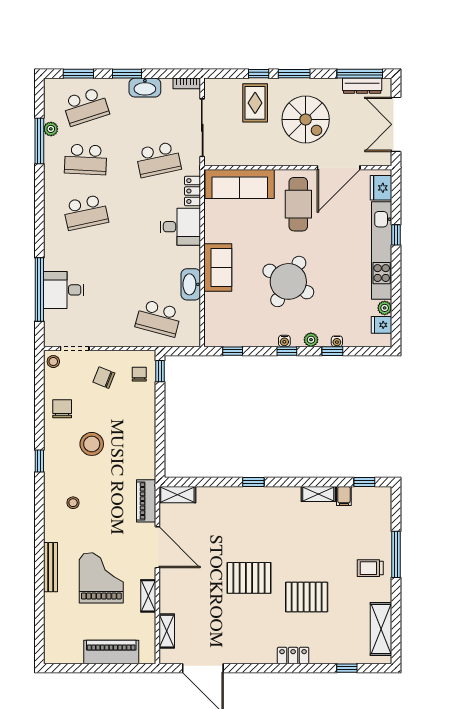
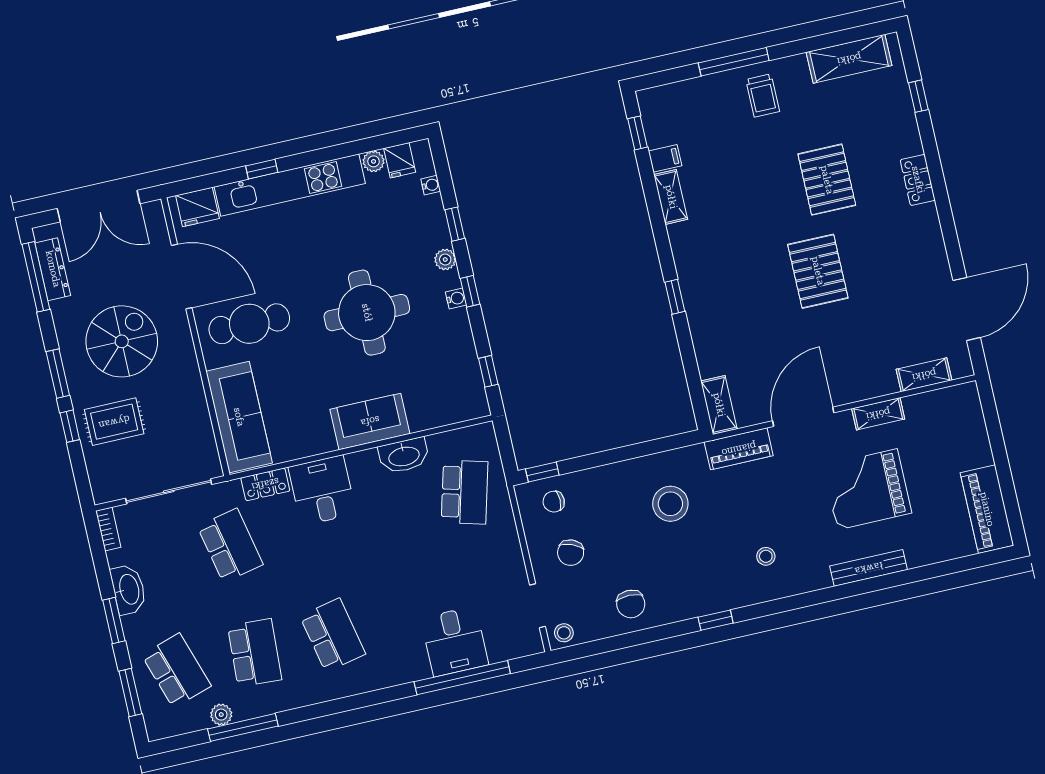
round table: (288, 281) -> (367, 313), turned -30
water cooler: (337, 341) -> (431, 185), moved
chair: (62, 409) -> (631, 604), turned -90
stool: (92, 444) -> (670, 504), moved
piano: (111, 652) -> (987, 509), moved

